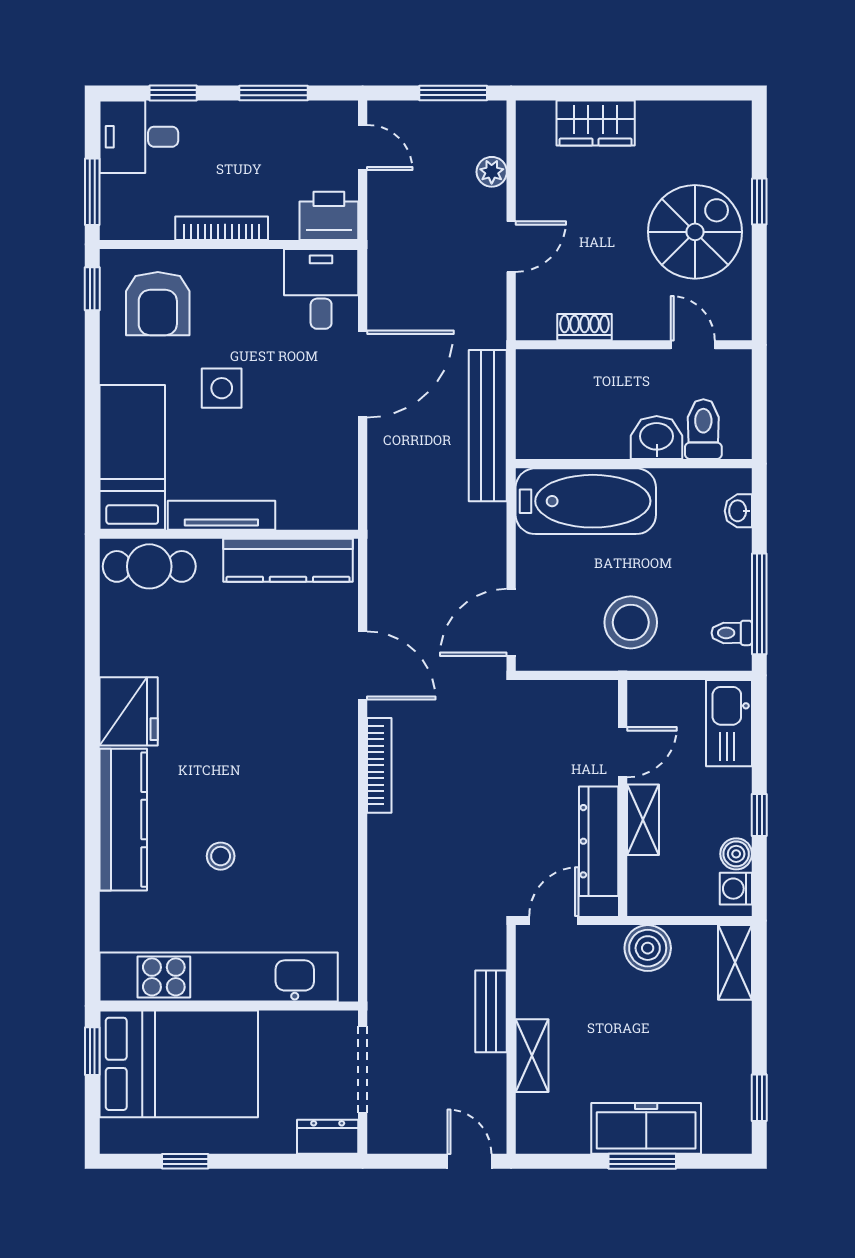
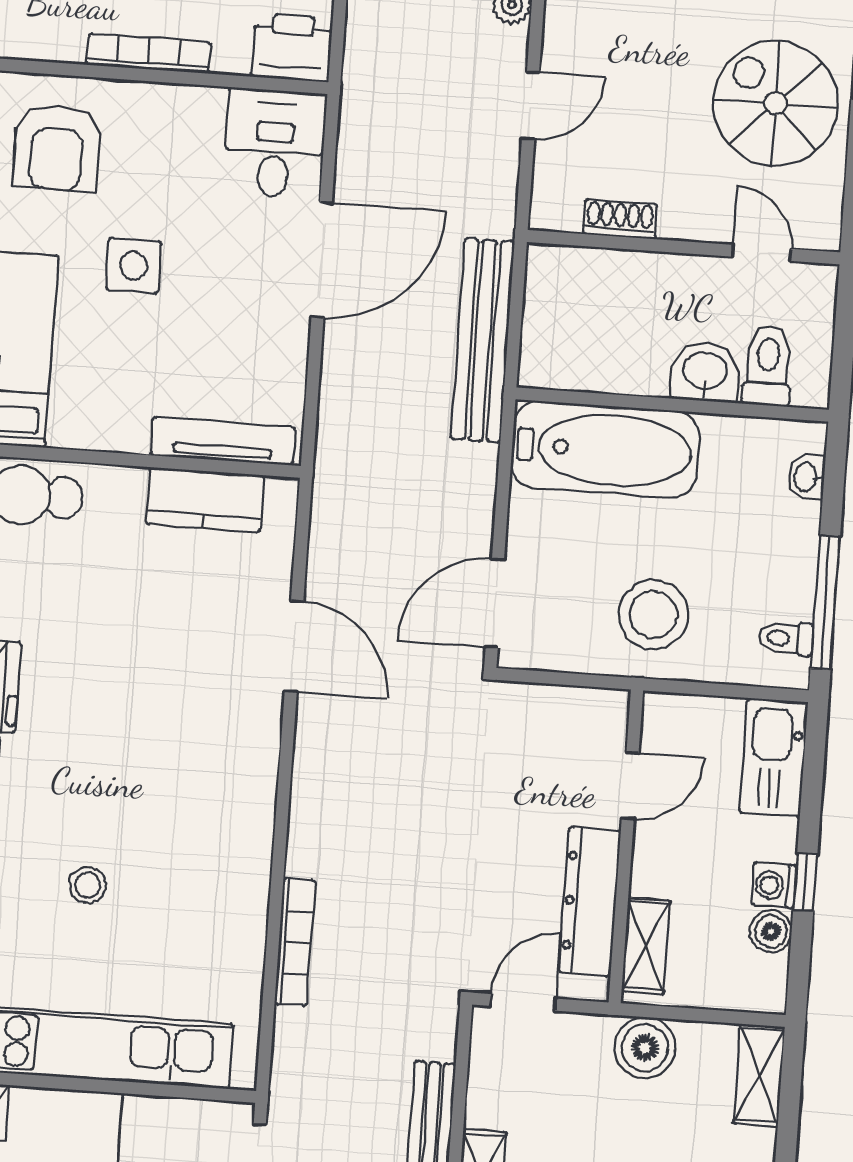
spiral stairs: (695, 232) -> (775, 103), turned -90
tv unit: (221, 515) -> (223, 441), moved
kitchen counter: (288, 560) -> (205, 500), width x0.67
bookcase: (379, 765) -> (295, 942), moved
shelving: (643, 820) -> (646, 946), moved
washing machine: (736, 889) -> (774, 885), moved

